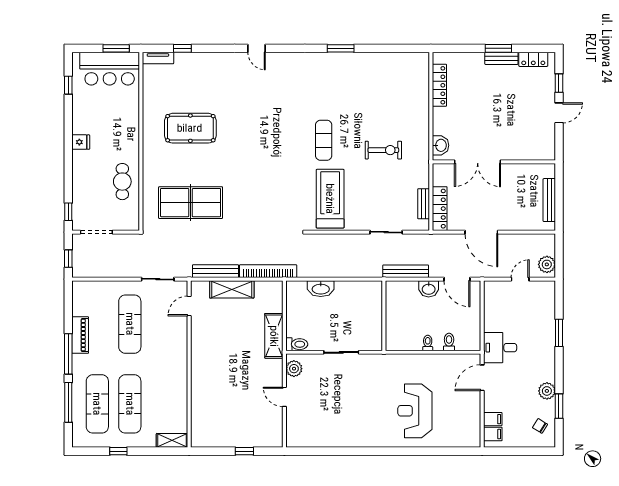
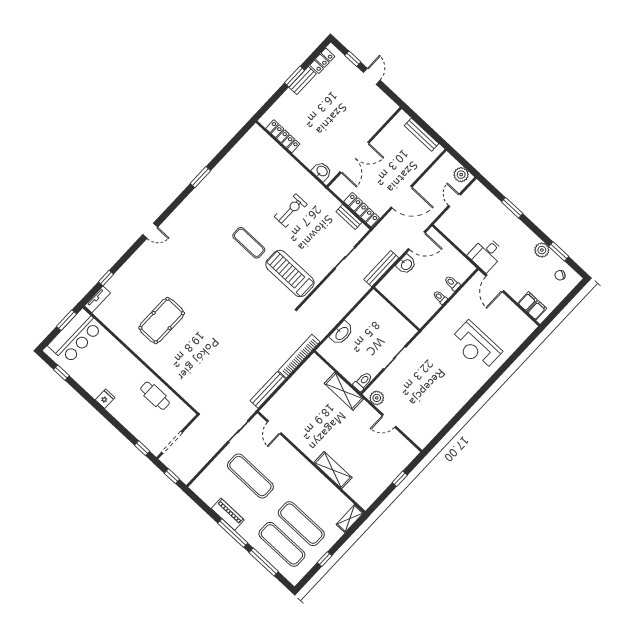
table tennis table: (191, 203) -> (209, 365), removed
shelving: (232, 289) -> (333, 470), moved, turned 90

